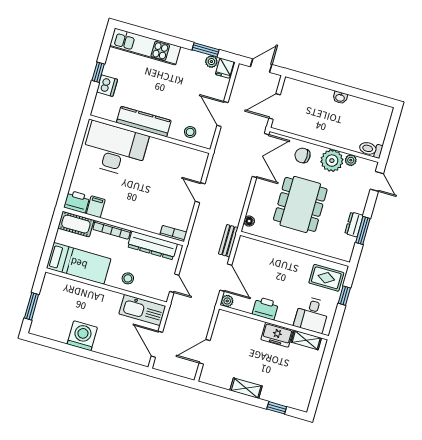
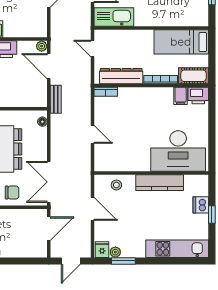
stool: (128, 278) -> (134, 41), removed

